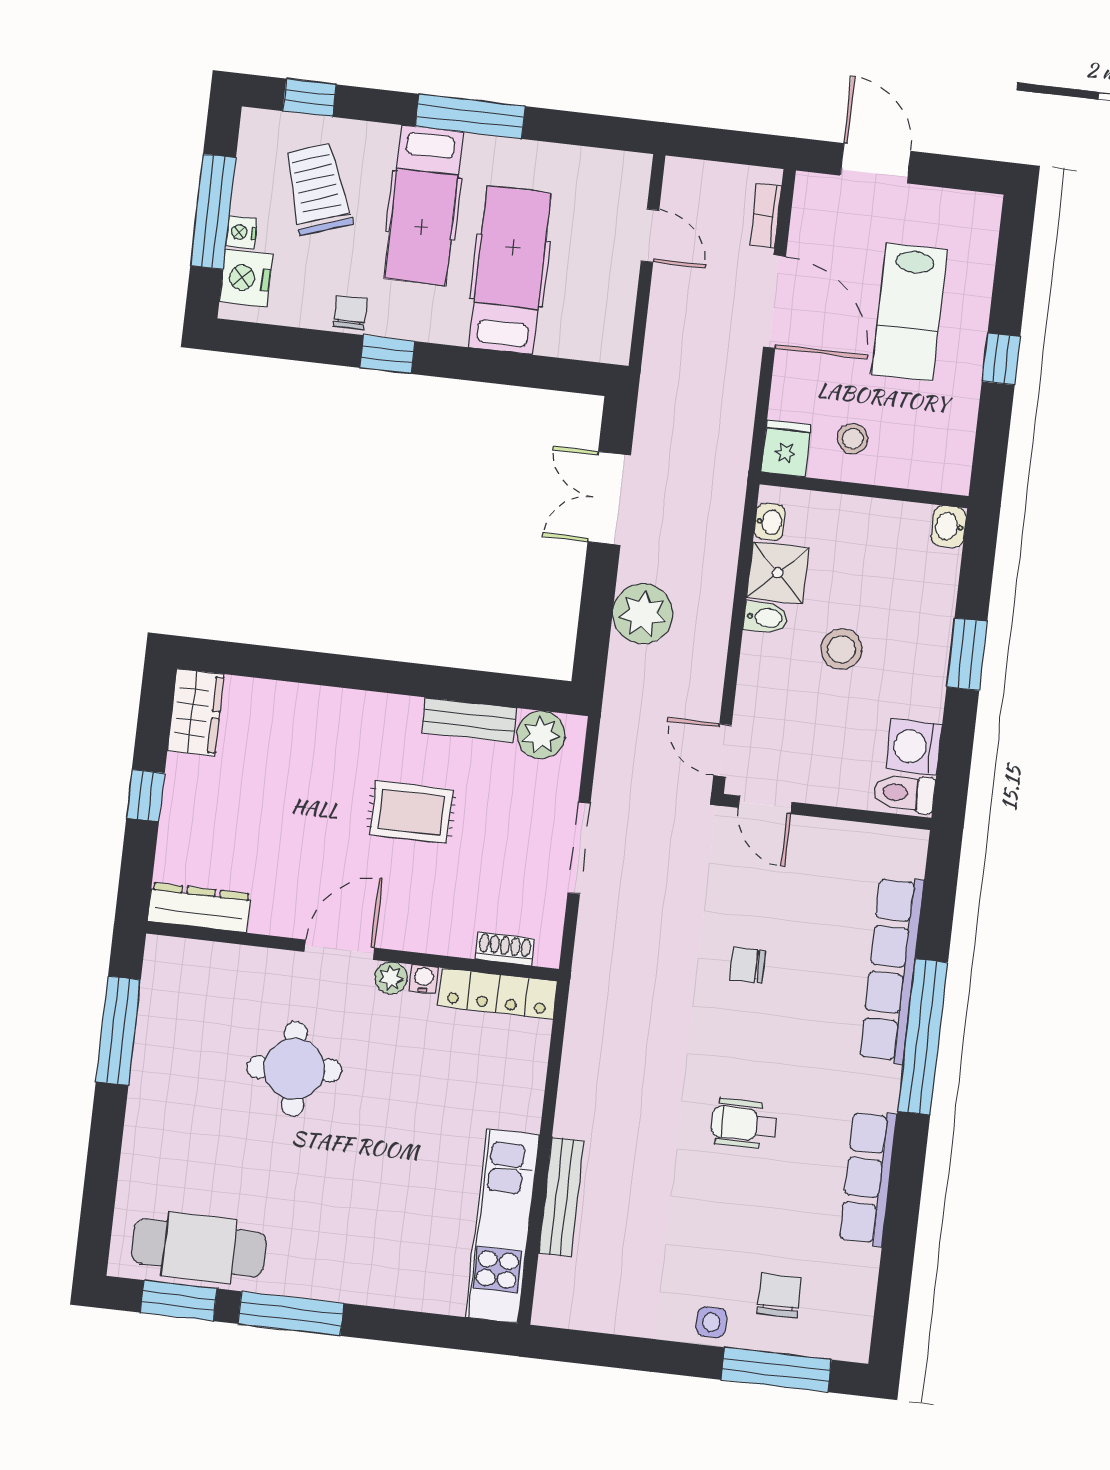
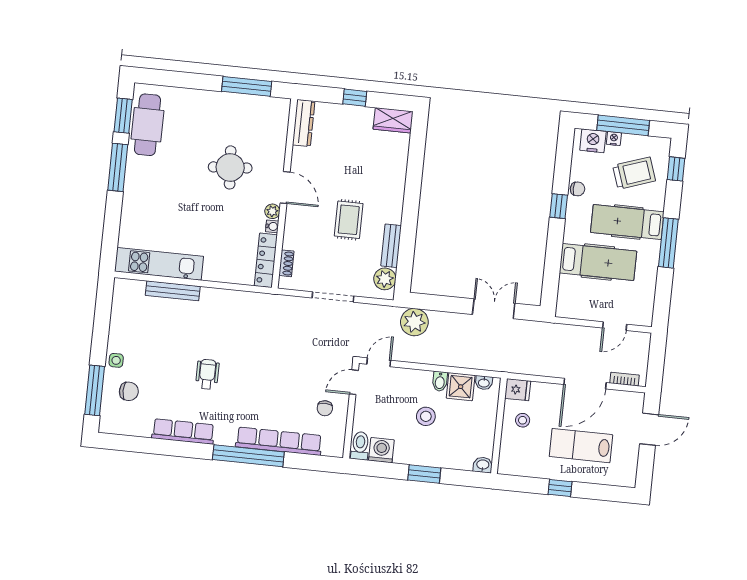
plant: (643, 614) -> (414, 322), moved
chair: (747, 965) -> (325, 408), moved, turned 180

